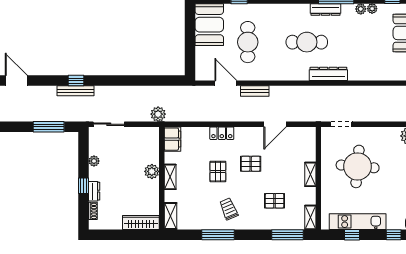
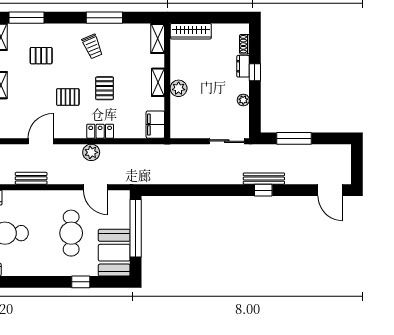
window: (190, 47) -> (136, 228), added
bench: (255, 91) -> (31, 178), moved
plant: (158, 114) -> (91, 152), moved

